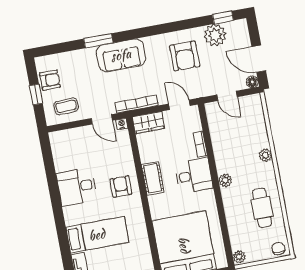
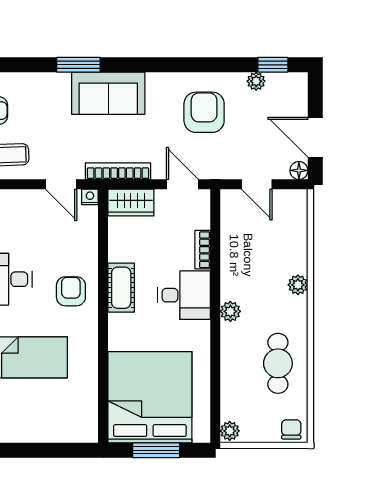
plant: (215, 35) -> (256, 81), width x0.53, depth x0.53
armchair: (185, 56) -> (204, 112), turned 180

